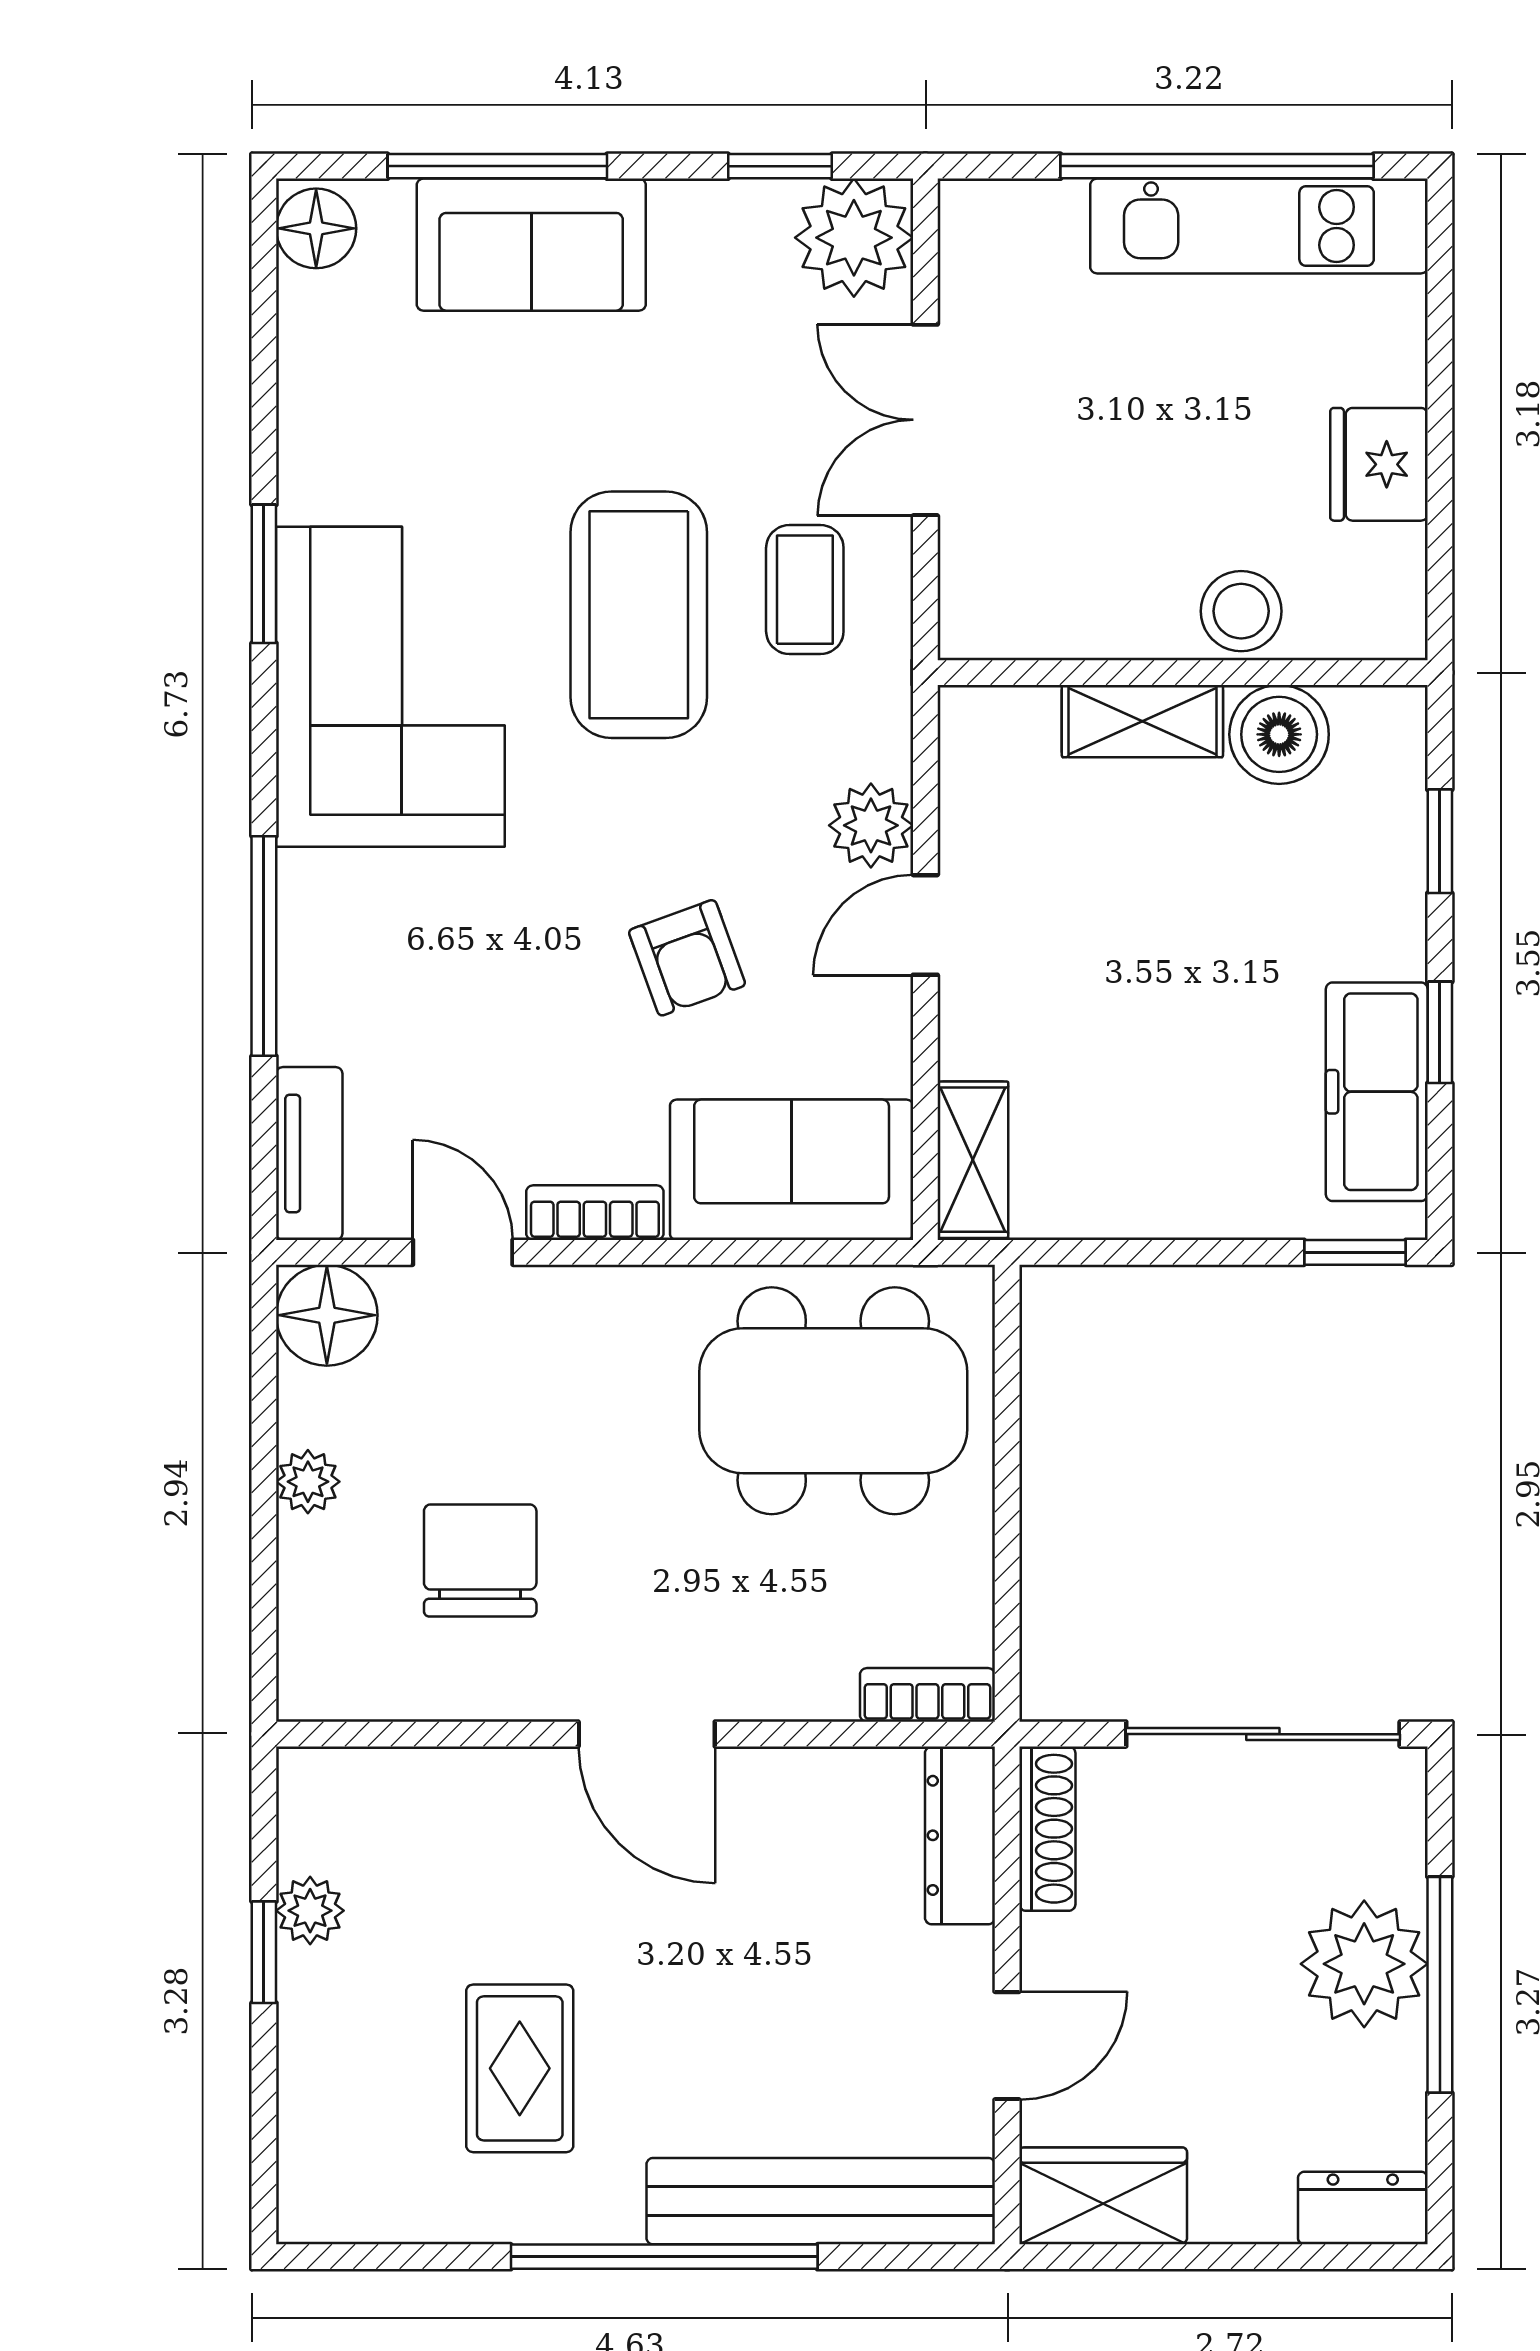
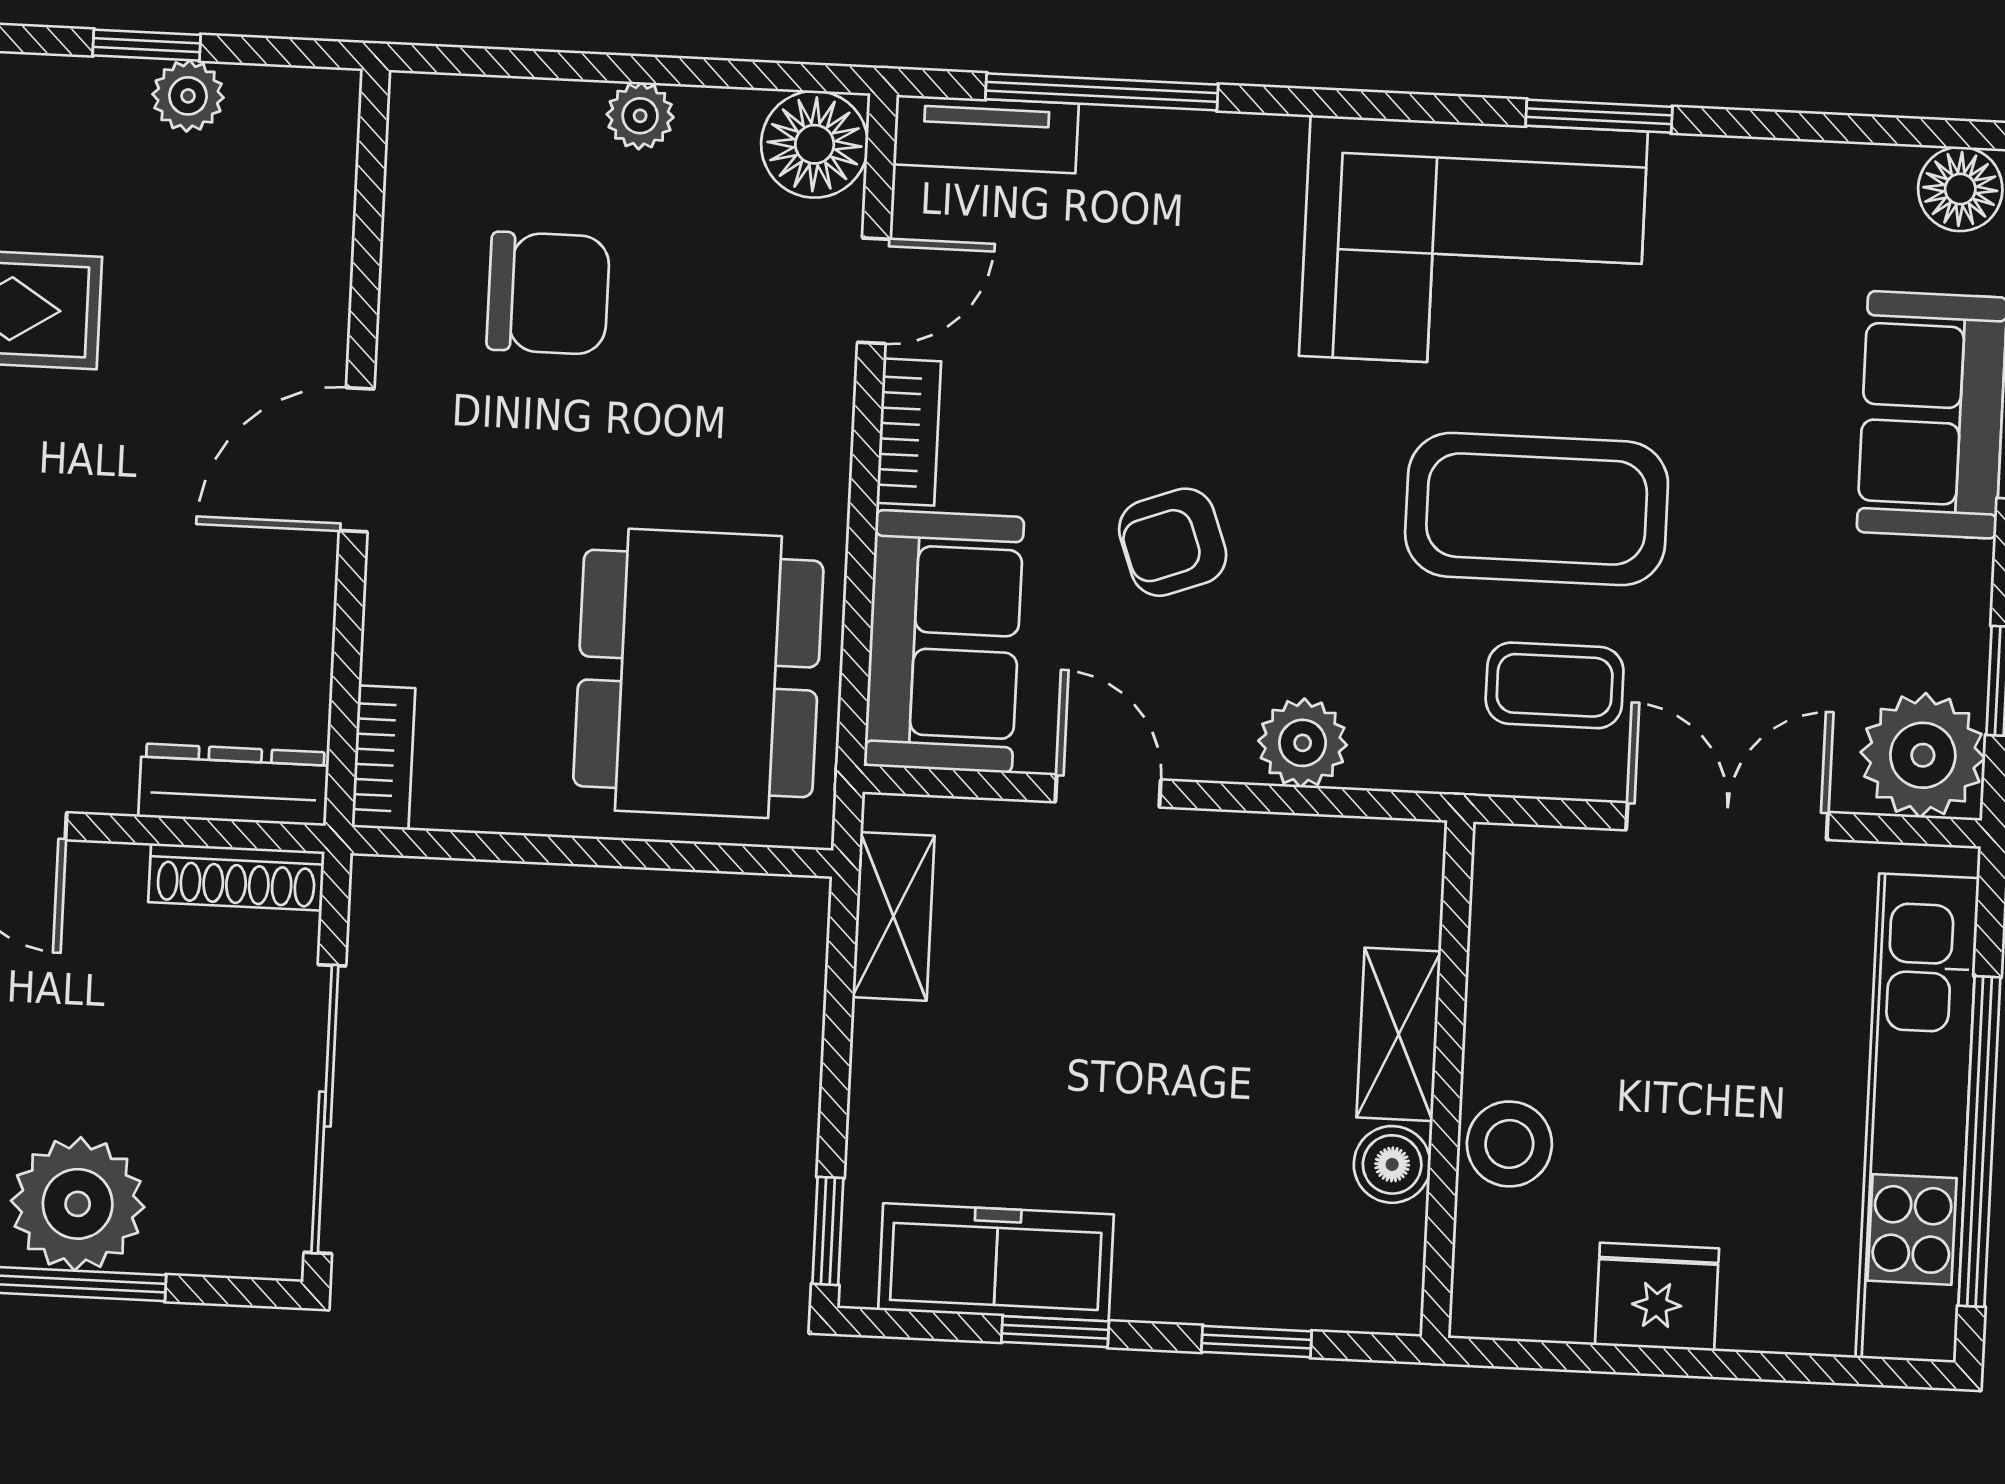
kitchen unit: (1259, 226) -> (1917, 1118), width x1.36
boiler: (1279, 734) -> (1392, 1164), width x0.73, depth x0.73
door: (925, 925) -> (1108, 791), moved
window: (264, 946) -> (1102, 92), moved
shelving: (973, 1160) -> (893, 916), moved, turned 90

